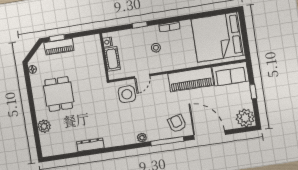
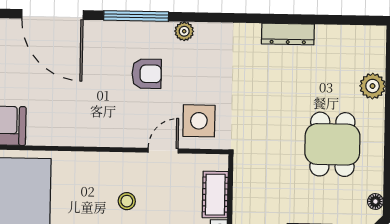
piano: (191, 79) -> (70, 128), removed
armchair: (177, 123) -> (147, 74), moved, turned -74

